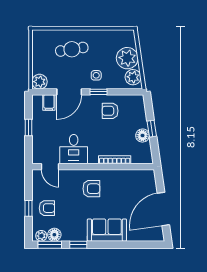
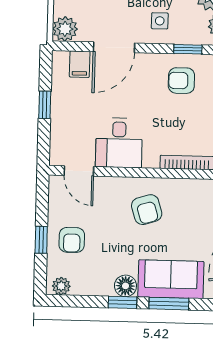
window: (99, 92) -> (188, 49), moved
armchair: (91, 189) -> (147, 210), turned 73
armchair: (47, 208) -> (72, 240), turned 90
floor lamp: (54, 235) -> (125, 286), moved
window: (50, 245) -> (169, 304), moved

